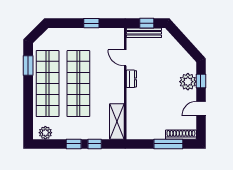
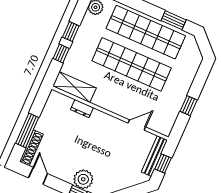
dresser: (131, 79) -> (82, 108), moved
door: (201, 109) -> (38, 176), moved

